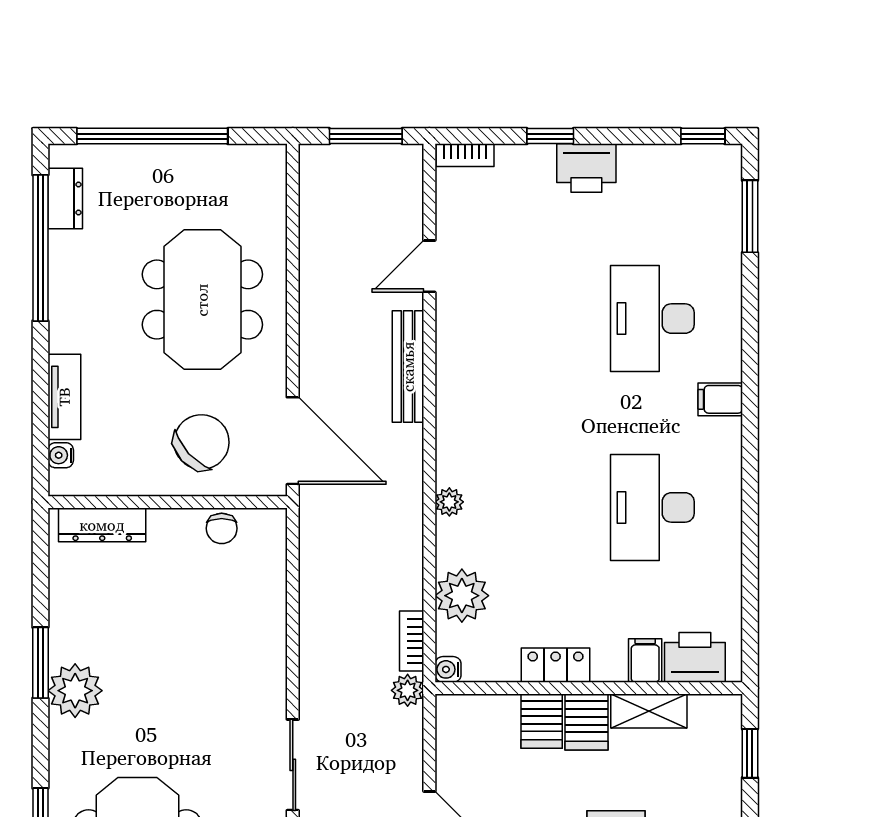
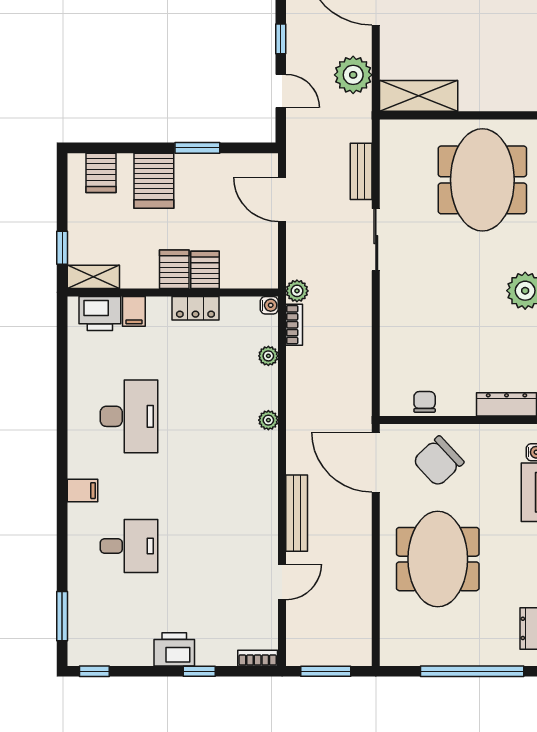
desk: (652, 319) -> (129, 546), width x0.73
plant: (462, 596) -> (268, 356), width x0.53, depth x0.53
shelving: (649, 711) -> (93, 277), moved

